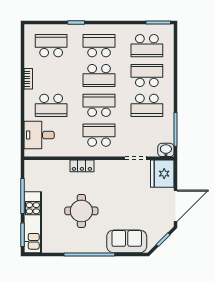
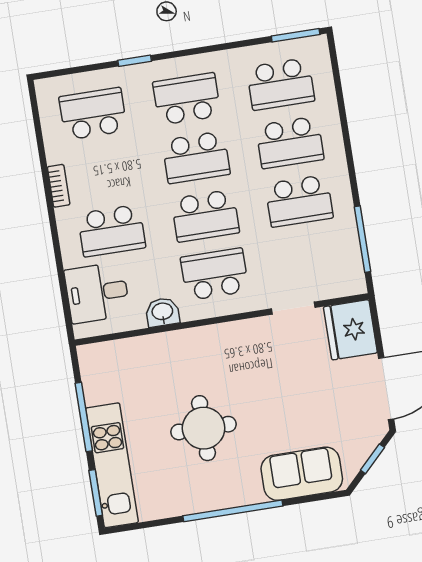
school desk: (147, 76) -> (290, 142), turned 180
school desk: (99, 105) -> (205, 216), turned 180
washbasin: (166, 150) -> (162, 312), moved
locker: (82, 166) -> (191, 340), removed

